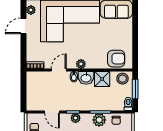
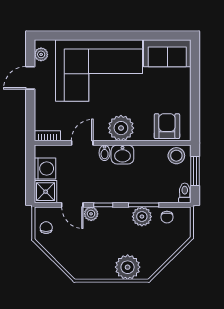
armchair: (116, 59) -> (167, 126), turned -90
plant: (81, 64) -> (121, 128), width x1.88, depth x1.88
shower: (102, 79) -> (46, 192), moved
washing machine: (33, 87) -> (45, 169), added
plant: (76, 118) -> (91, 214), moved

